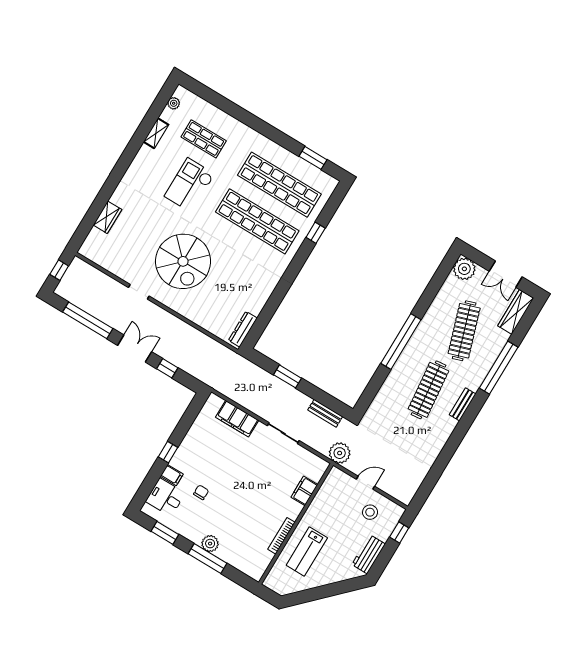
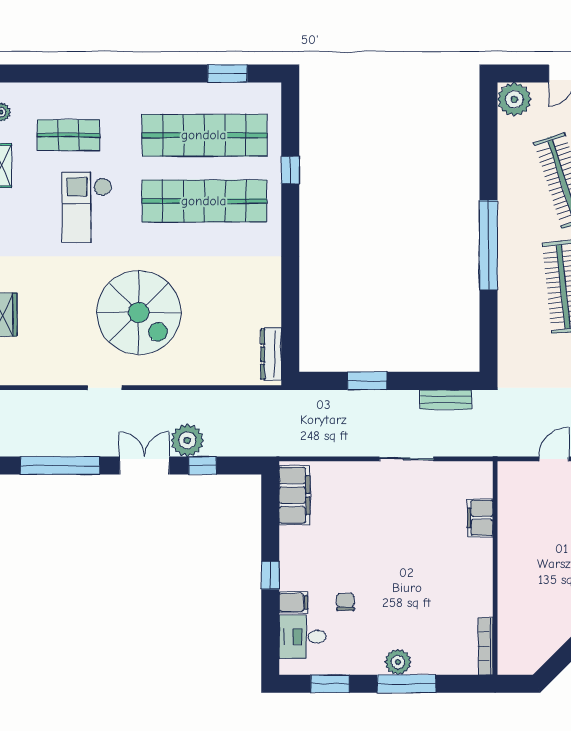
filing cabinet: (237, 419) -> (294, 495), moved, turned -90
plant: (340, 453) -> (187, 440), moved
bookcase: (281, 536) -> (486, 646), moved
lab bench: (307, 552) -> (531, 596), removed

